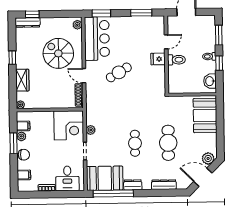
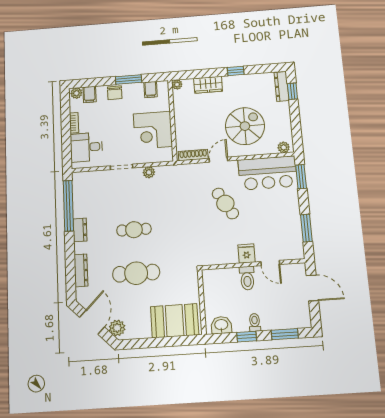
corner desk: (69, 125) -> (153, 130), moved
plant: (21, 136) -> (76, 93), moved
booth: (105, 178) -> (88, 194), removed

